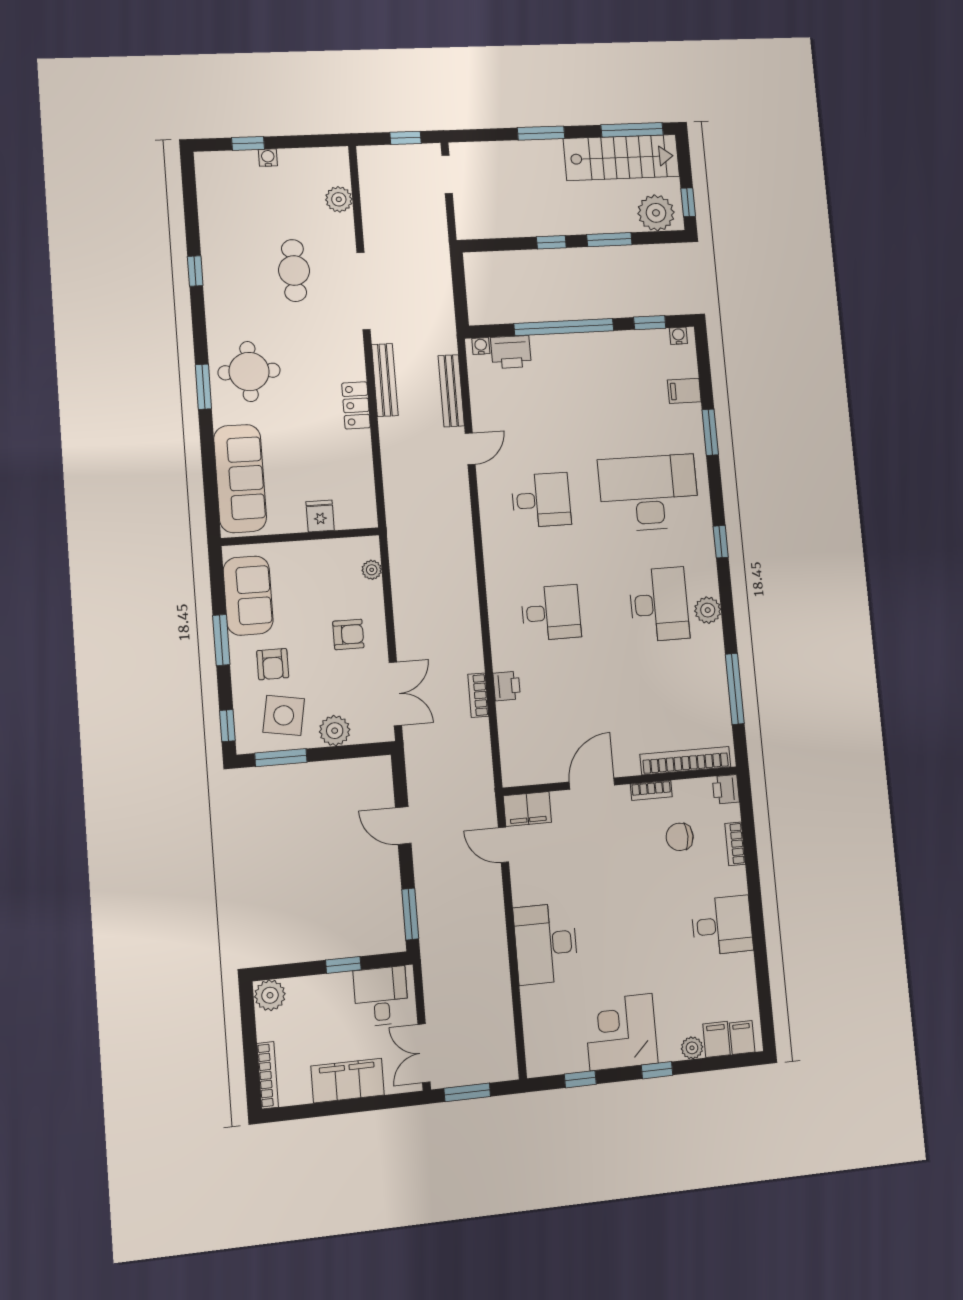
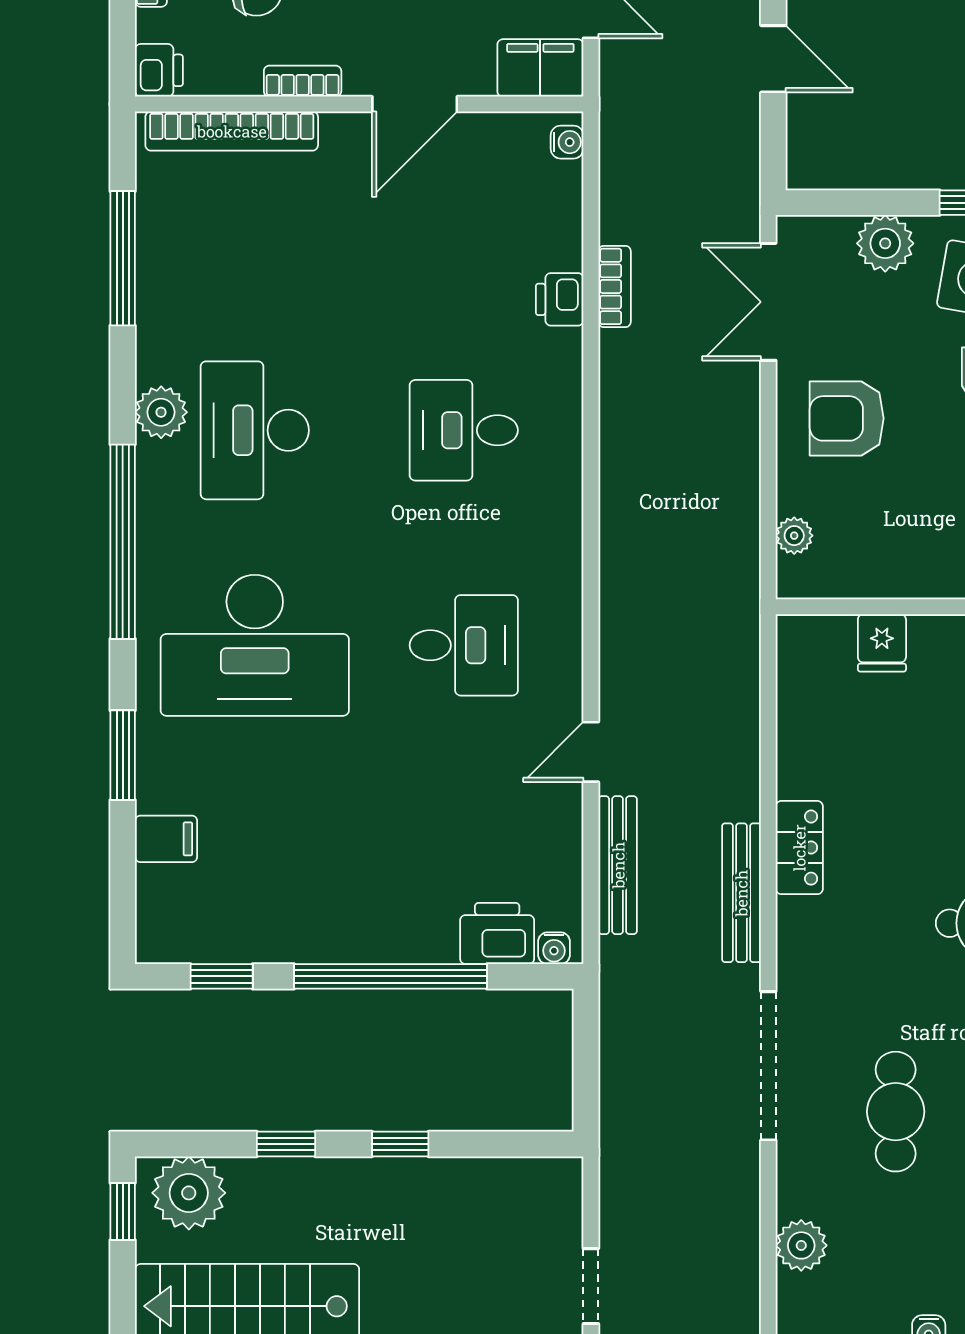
window: (609, 240) -> (286, 1144), width x0.67
water cooler: (678, 336) -> (567, 142), moved, turned -90
desk: (541, 500) -> (464, 645), turned 180
window: (721, 542) -> (123, 542), width x3.17
armchair: (348, 634) -> (847, 418), width x1.38, depth x1.38

